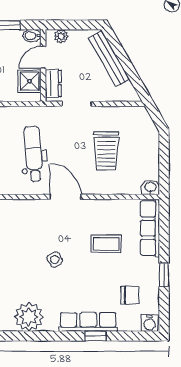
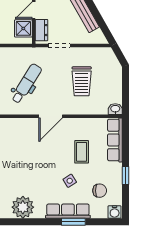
dental chair: (34, 154) -> (26, 84), turned 37
door: (65, 197) -> (51, 116), swing flipped
coffee table: (106, 244) -> (82, 152), turned 90
side table: (55, 259) -> (70, 181), moved
window: (95, 336) -> (73, 222), width x1.50

